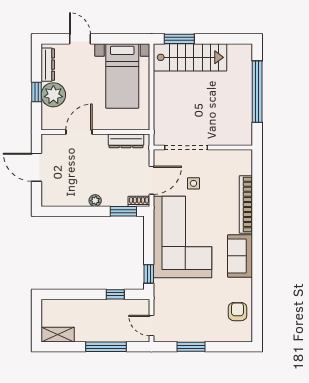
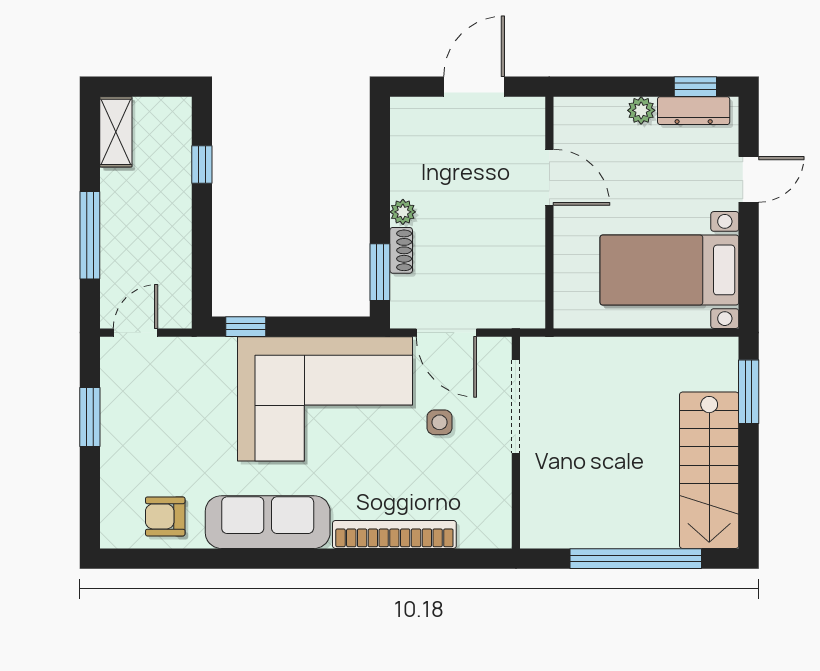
stairs: (190, 57) -> (709, 470), moved
window: (37, 92) -> (695, 87), moved
plant: (53, 95) -> (641, 110), width x0.53, depth x0.53
dresser: (126, 141) -> (531, 278), removed
shoe rack: (139, 201) -> (401, 250), moved
sofa: (240, 256) -> (268, 522), width x1.36
window: (115, 294) -> (202, 165), moved
armchair: (237, 312) -> (165, 516), turned 180

